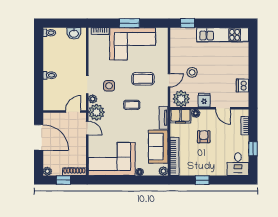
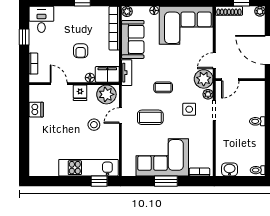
kitchen unit: (223, 35) -> (88, 168), moved
door: (87, 128) -> (214, 61), hinge flipped

